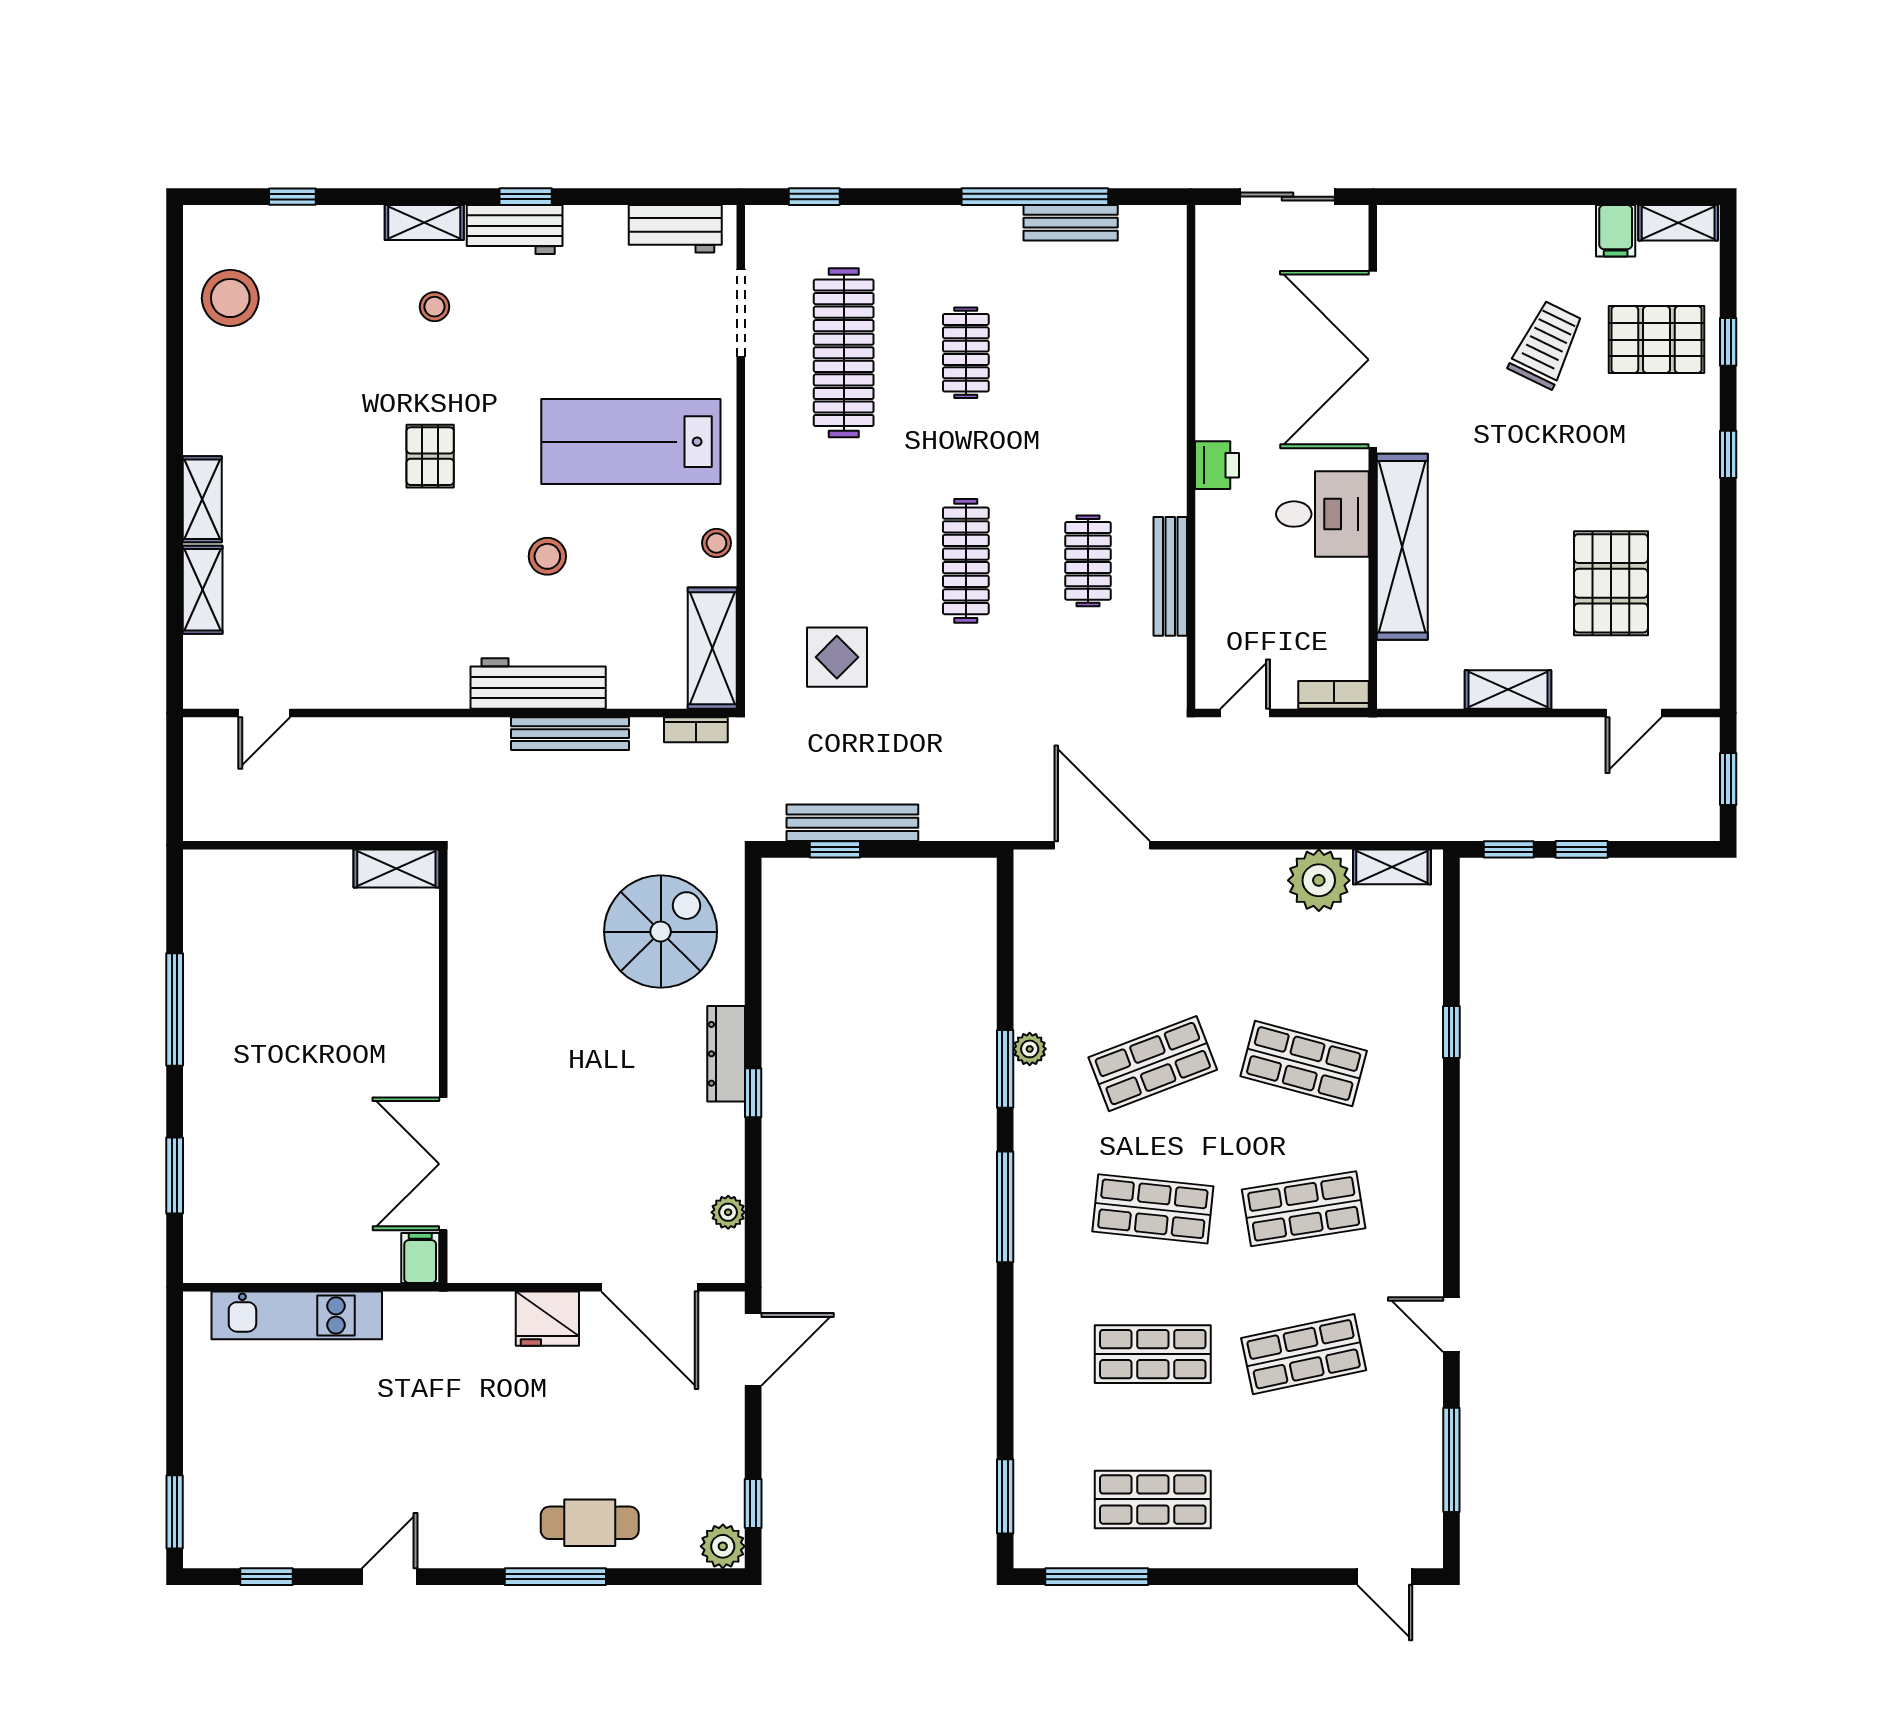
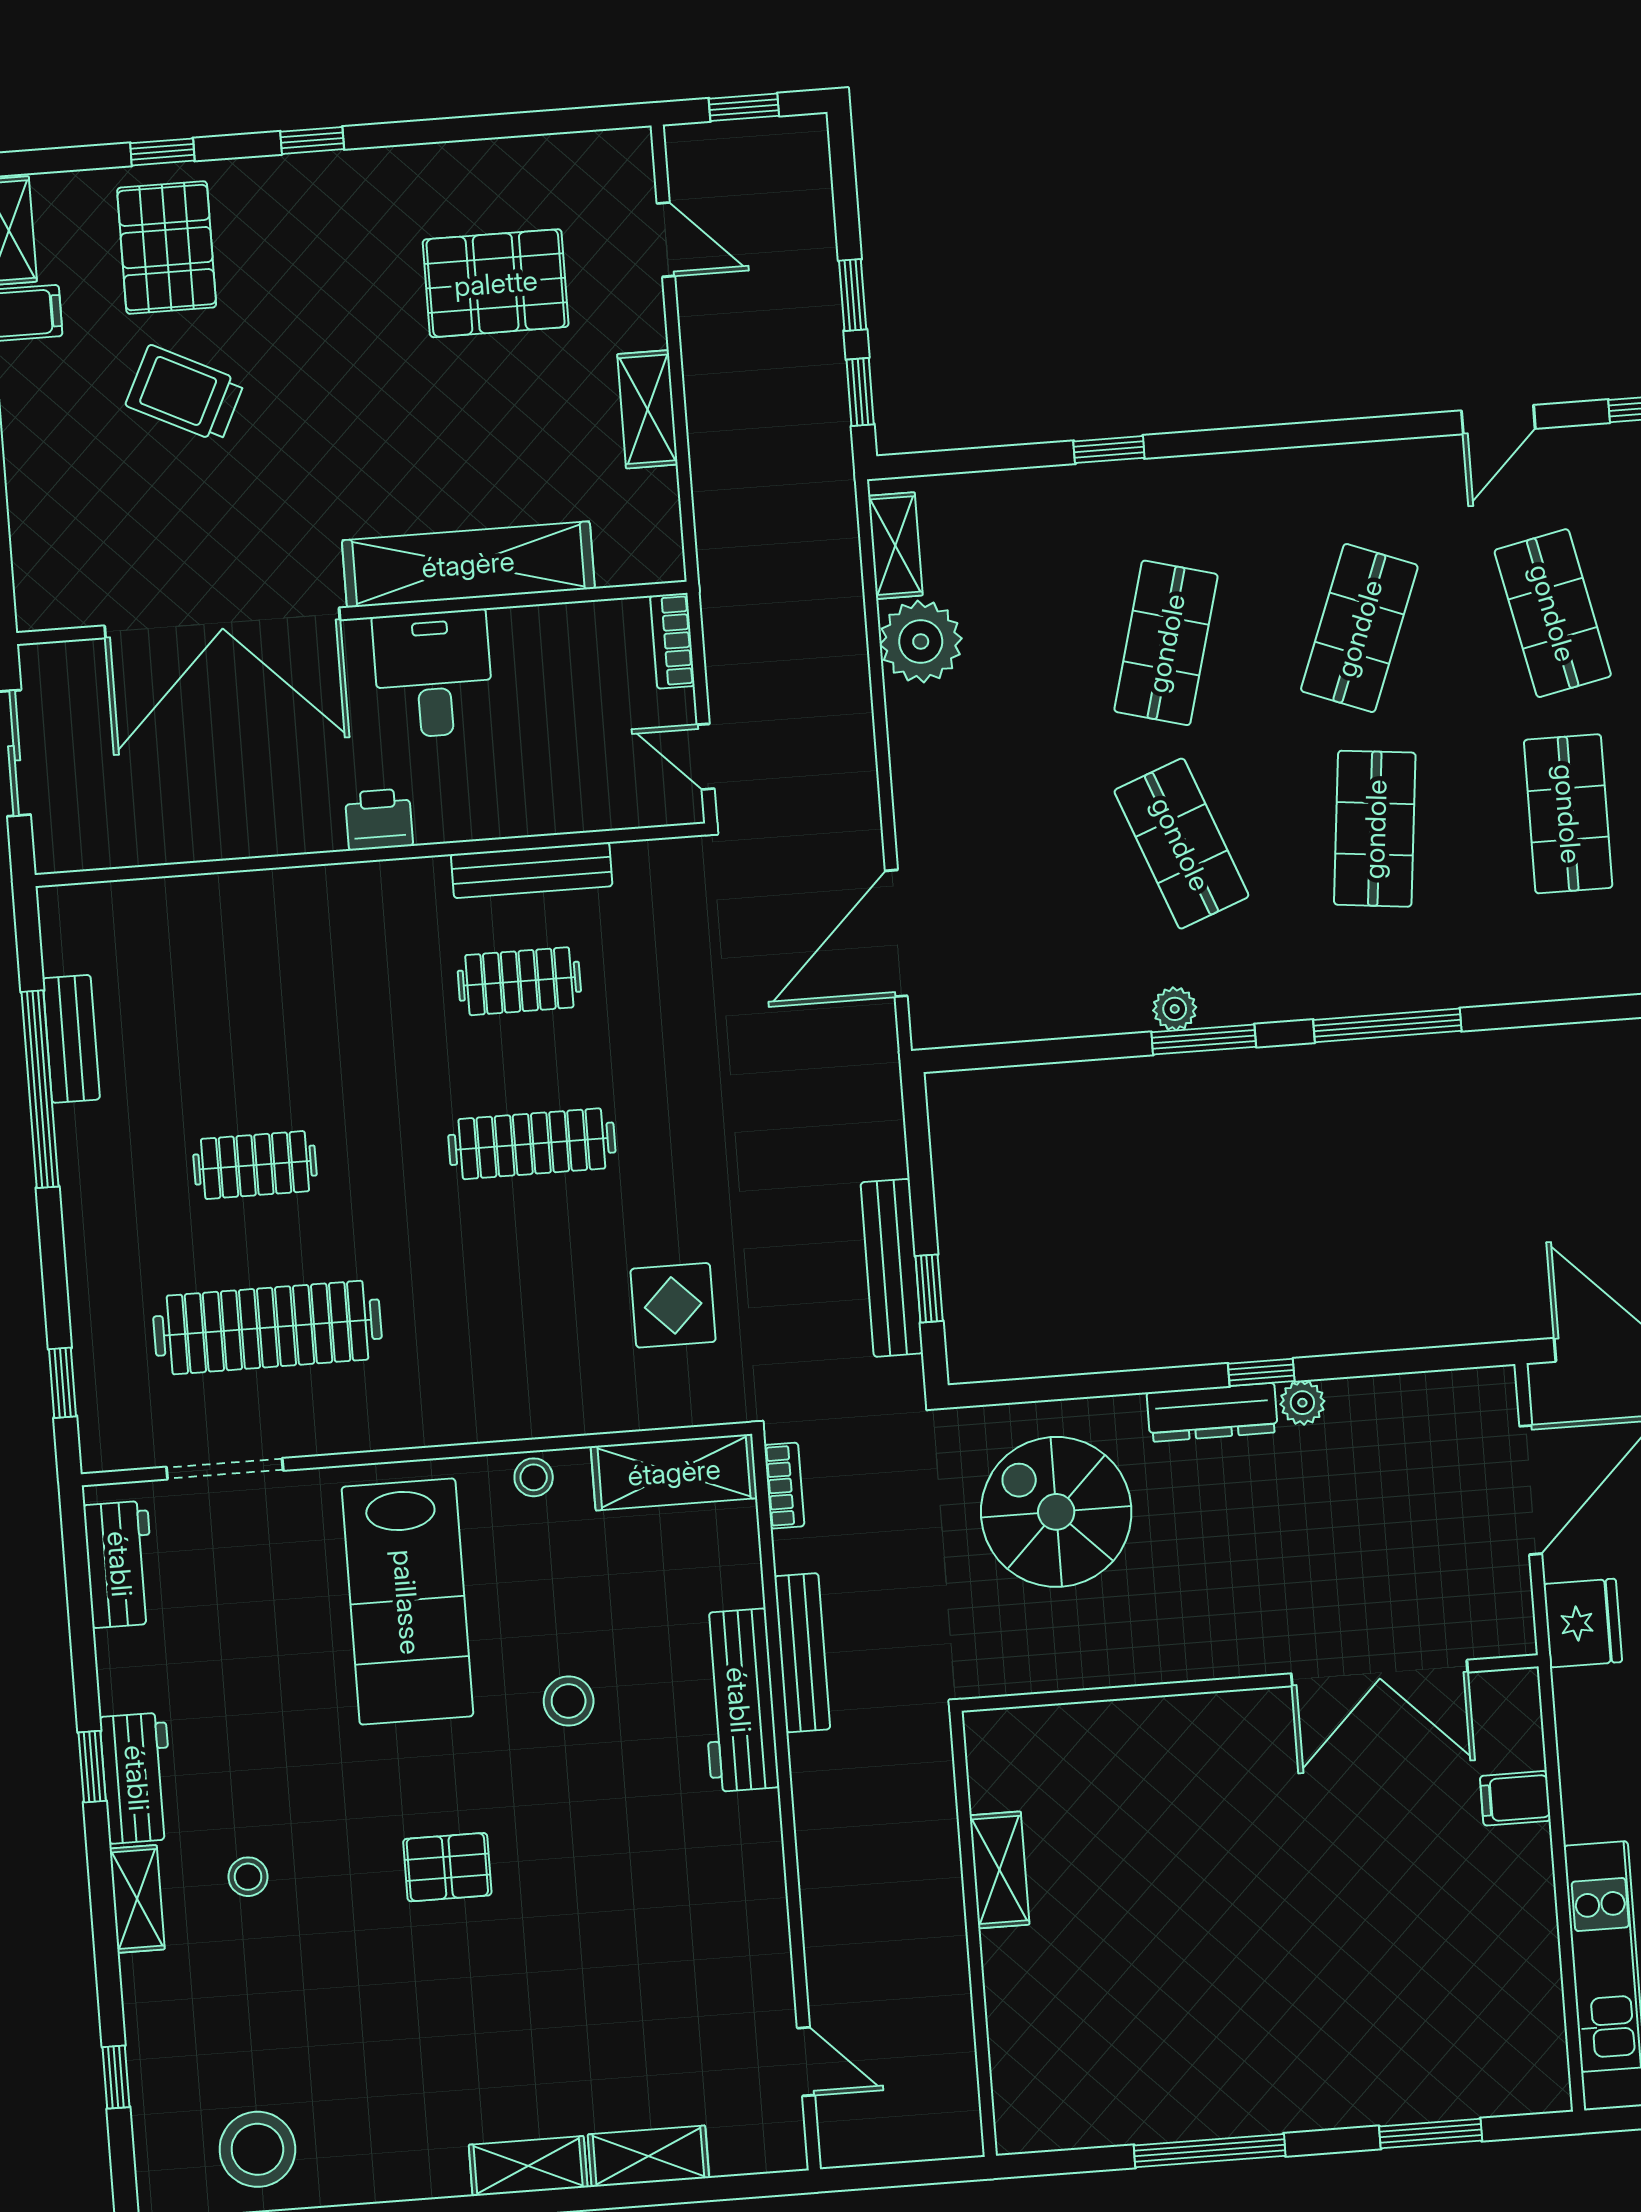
wall: (443, 1066) -> (1250, 1683), moved
double door: (443, 1164) -> (1379, 1673), moved
shop shelf: (1304, 1209) -> (1359, 628), turned 30
plant: (728, 1212) -> (1302, 1403), moved

